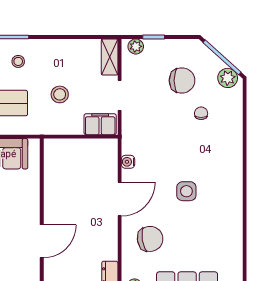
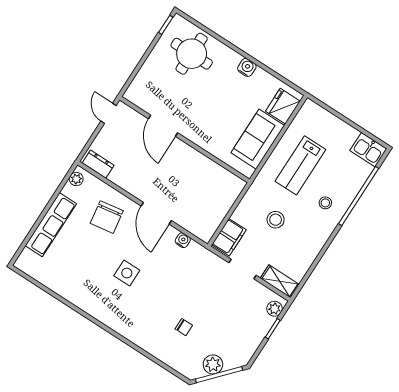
plant: (228, 78) -> (213, 364), moved
chair: (182, 80) -> (221, 329), removed

